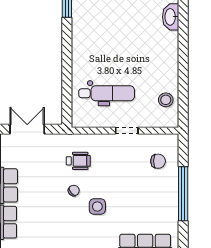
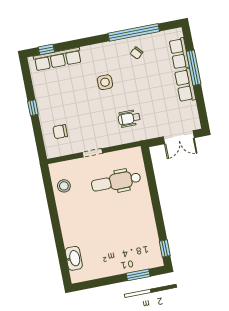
chair: (74, 191) -> (137, 53), moved
window: (183, 194) -> (33, 108), width x0.32

